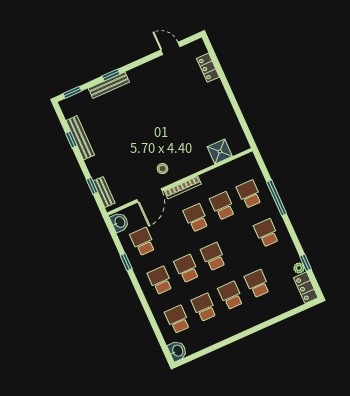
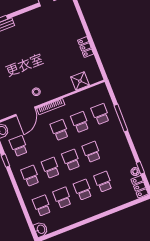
locker: (208, 68) -> (86, 47), moved
school desk: (267, 233) -> (92, 152), moved

